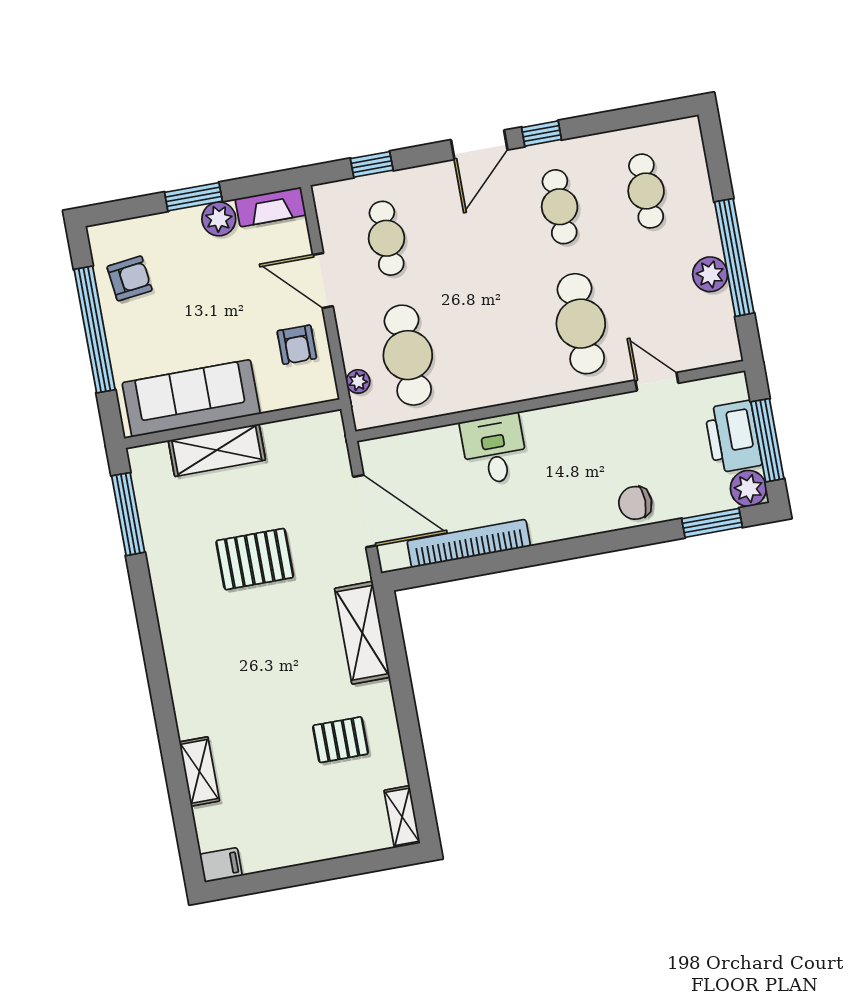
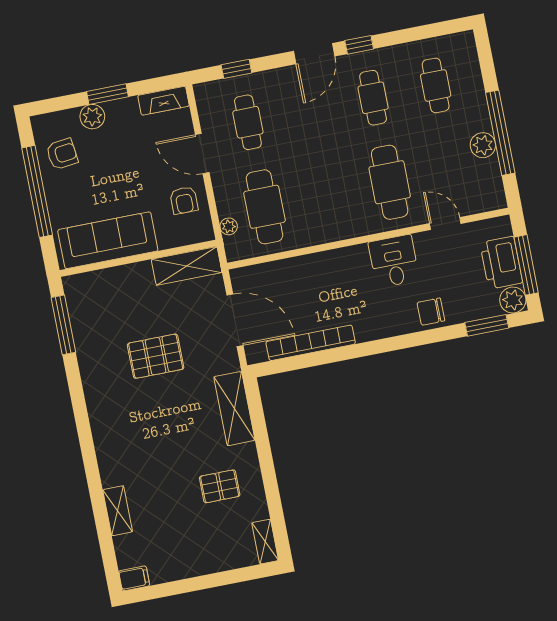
plant: (219, 219) -> (92, 117), moved
desk: (494, 449) -> (394, 261), moved
shelving: (217, 450) -> (187, 266), moved

